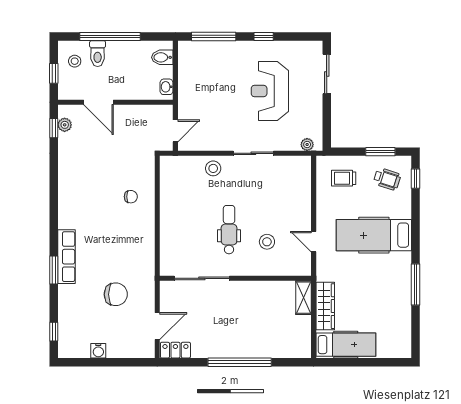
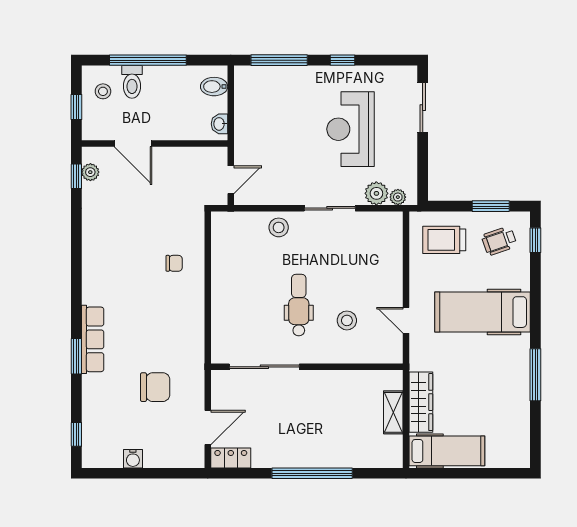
plant: (290, 142) -> (376, 193), added
trolley: (344, 178) -> (444, 240), width x1.36, depth x1.39
wheelchair: (387, 179) -> (499, 241), turned 143
shelving: (303, 298) -> (393, 412), moved

